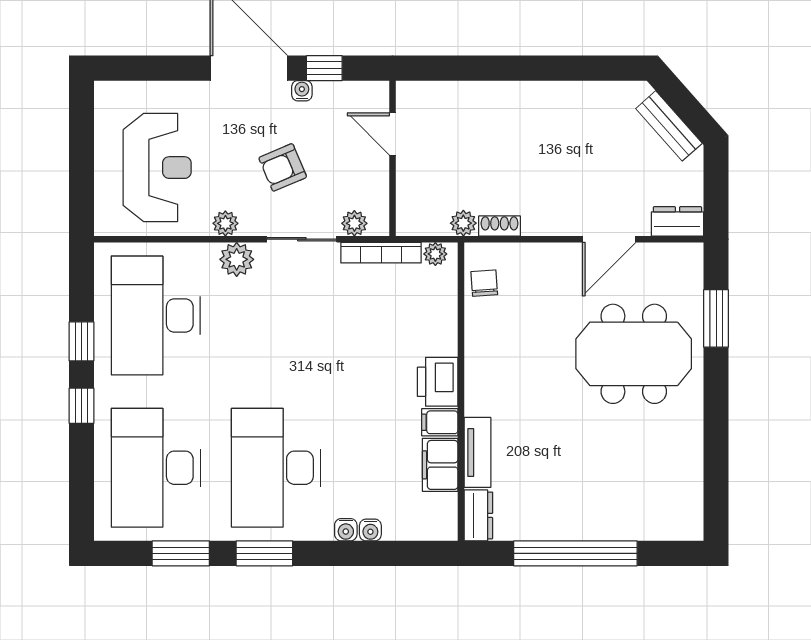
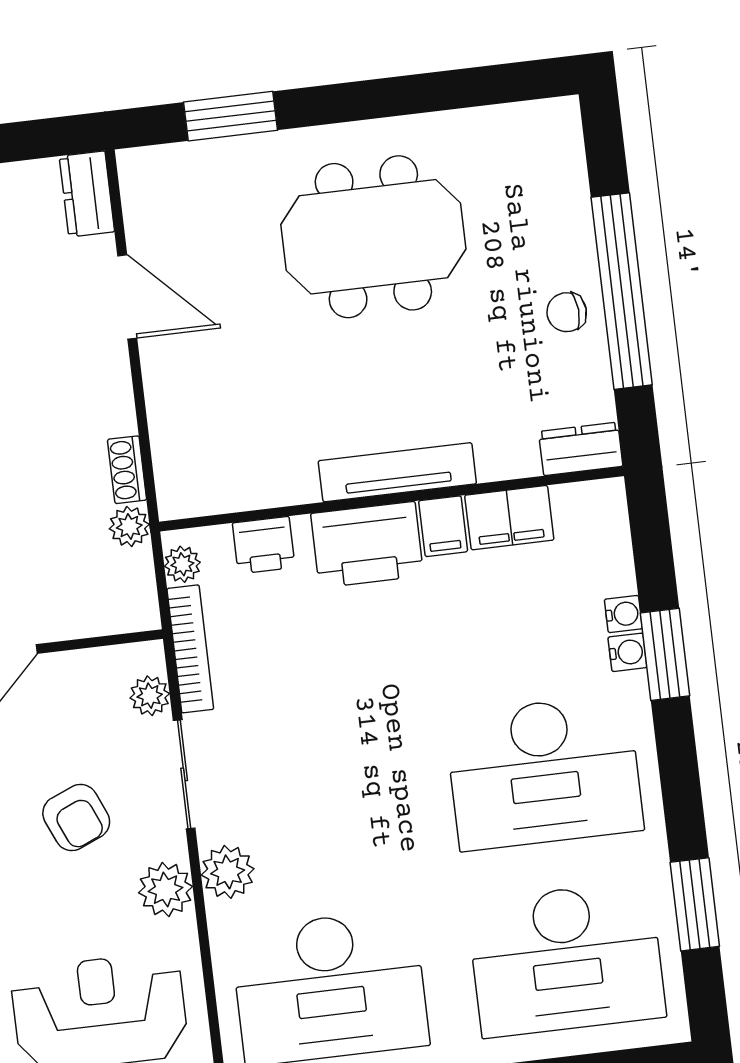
plant: (225, 223) -> (166, 890), width x1.38, depth x1.38
chair: (484, 283) -> (567, 312), moved
printer: (441, 307) -> (264, 545), added
meeting table: (634, 354) -> (373, 237), moved, turned 90
printer: (438, 382) -> (367, 545), width x1.37, depth x1.19
tv unit: (477, 452) -> (397, 472), moved, width x1.41
window: (264, 553) -> (665, 654), moved

